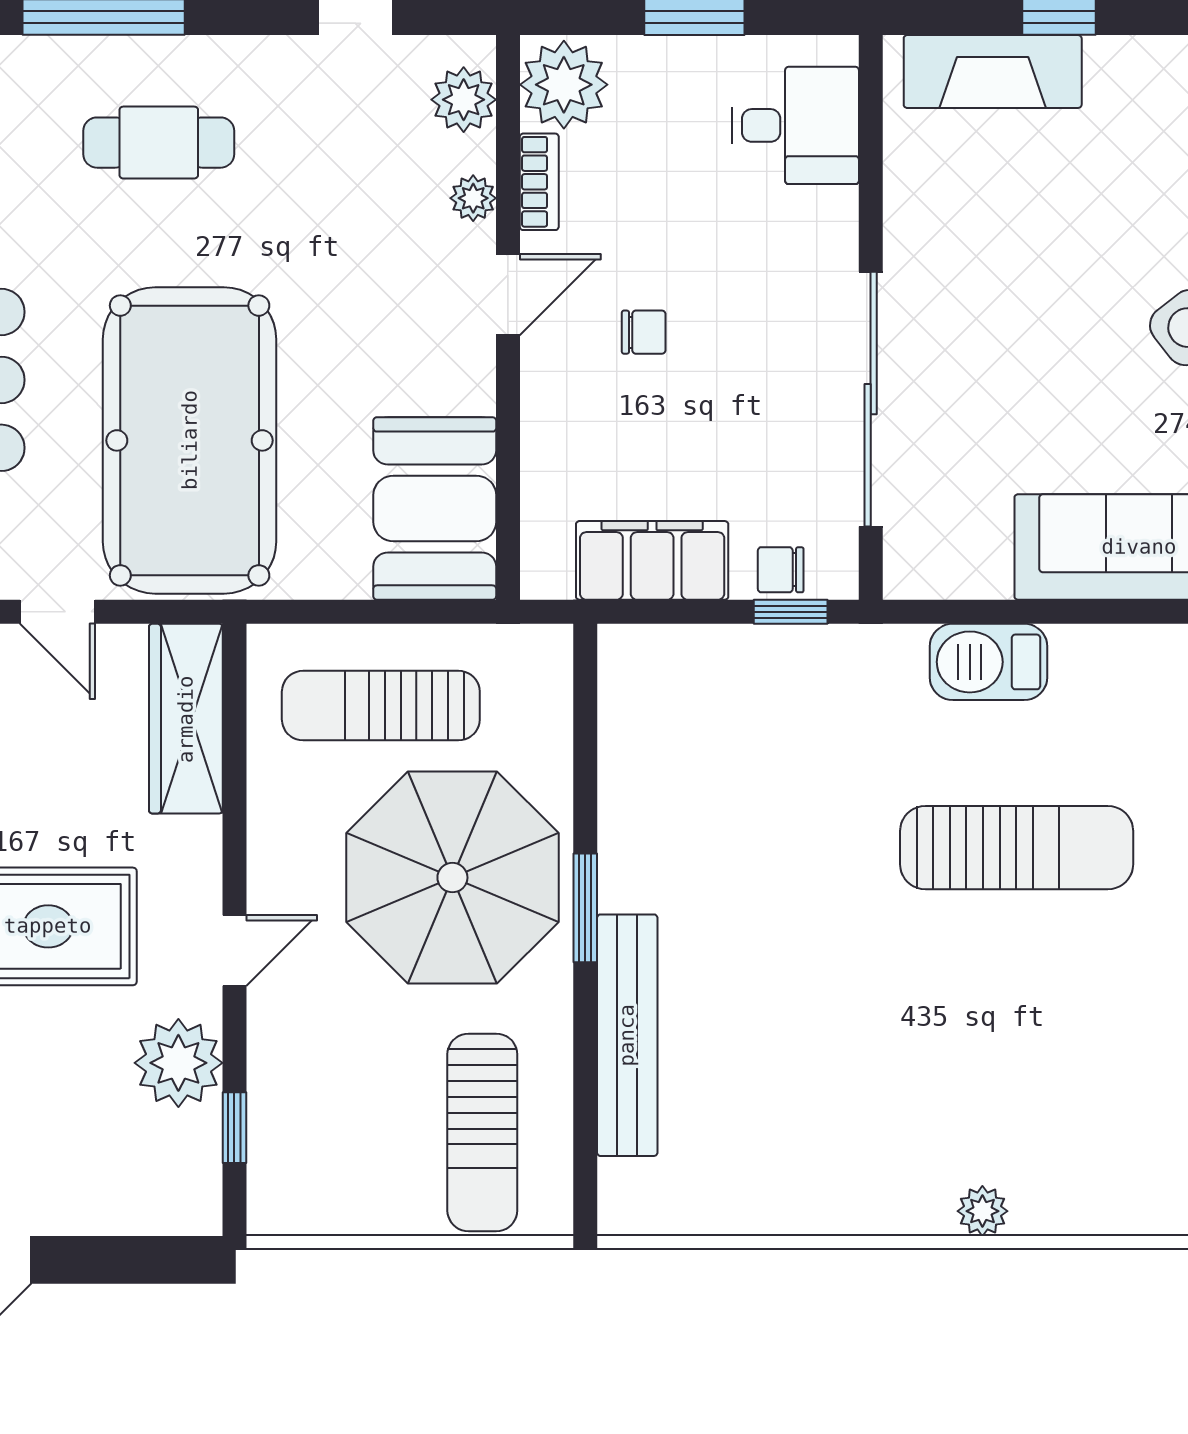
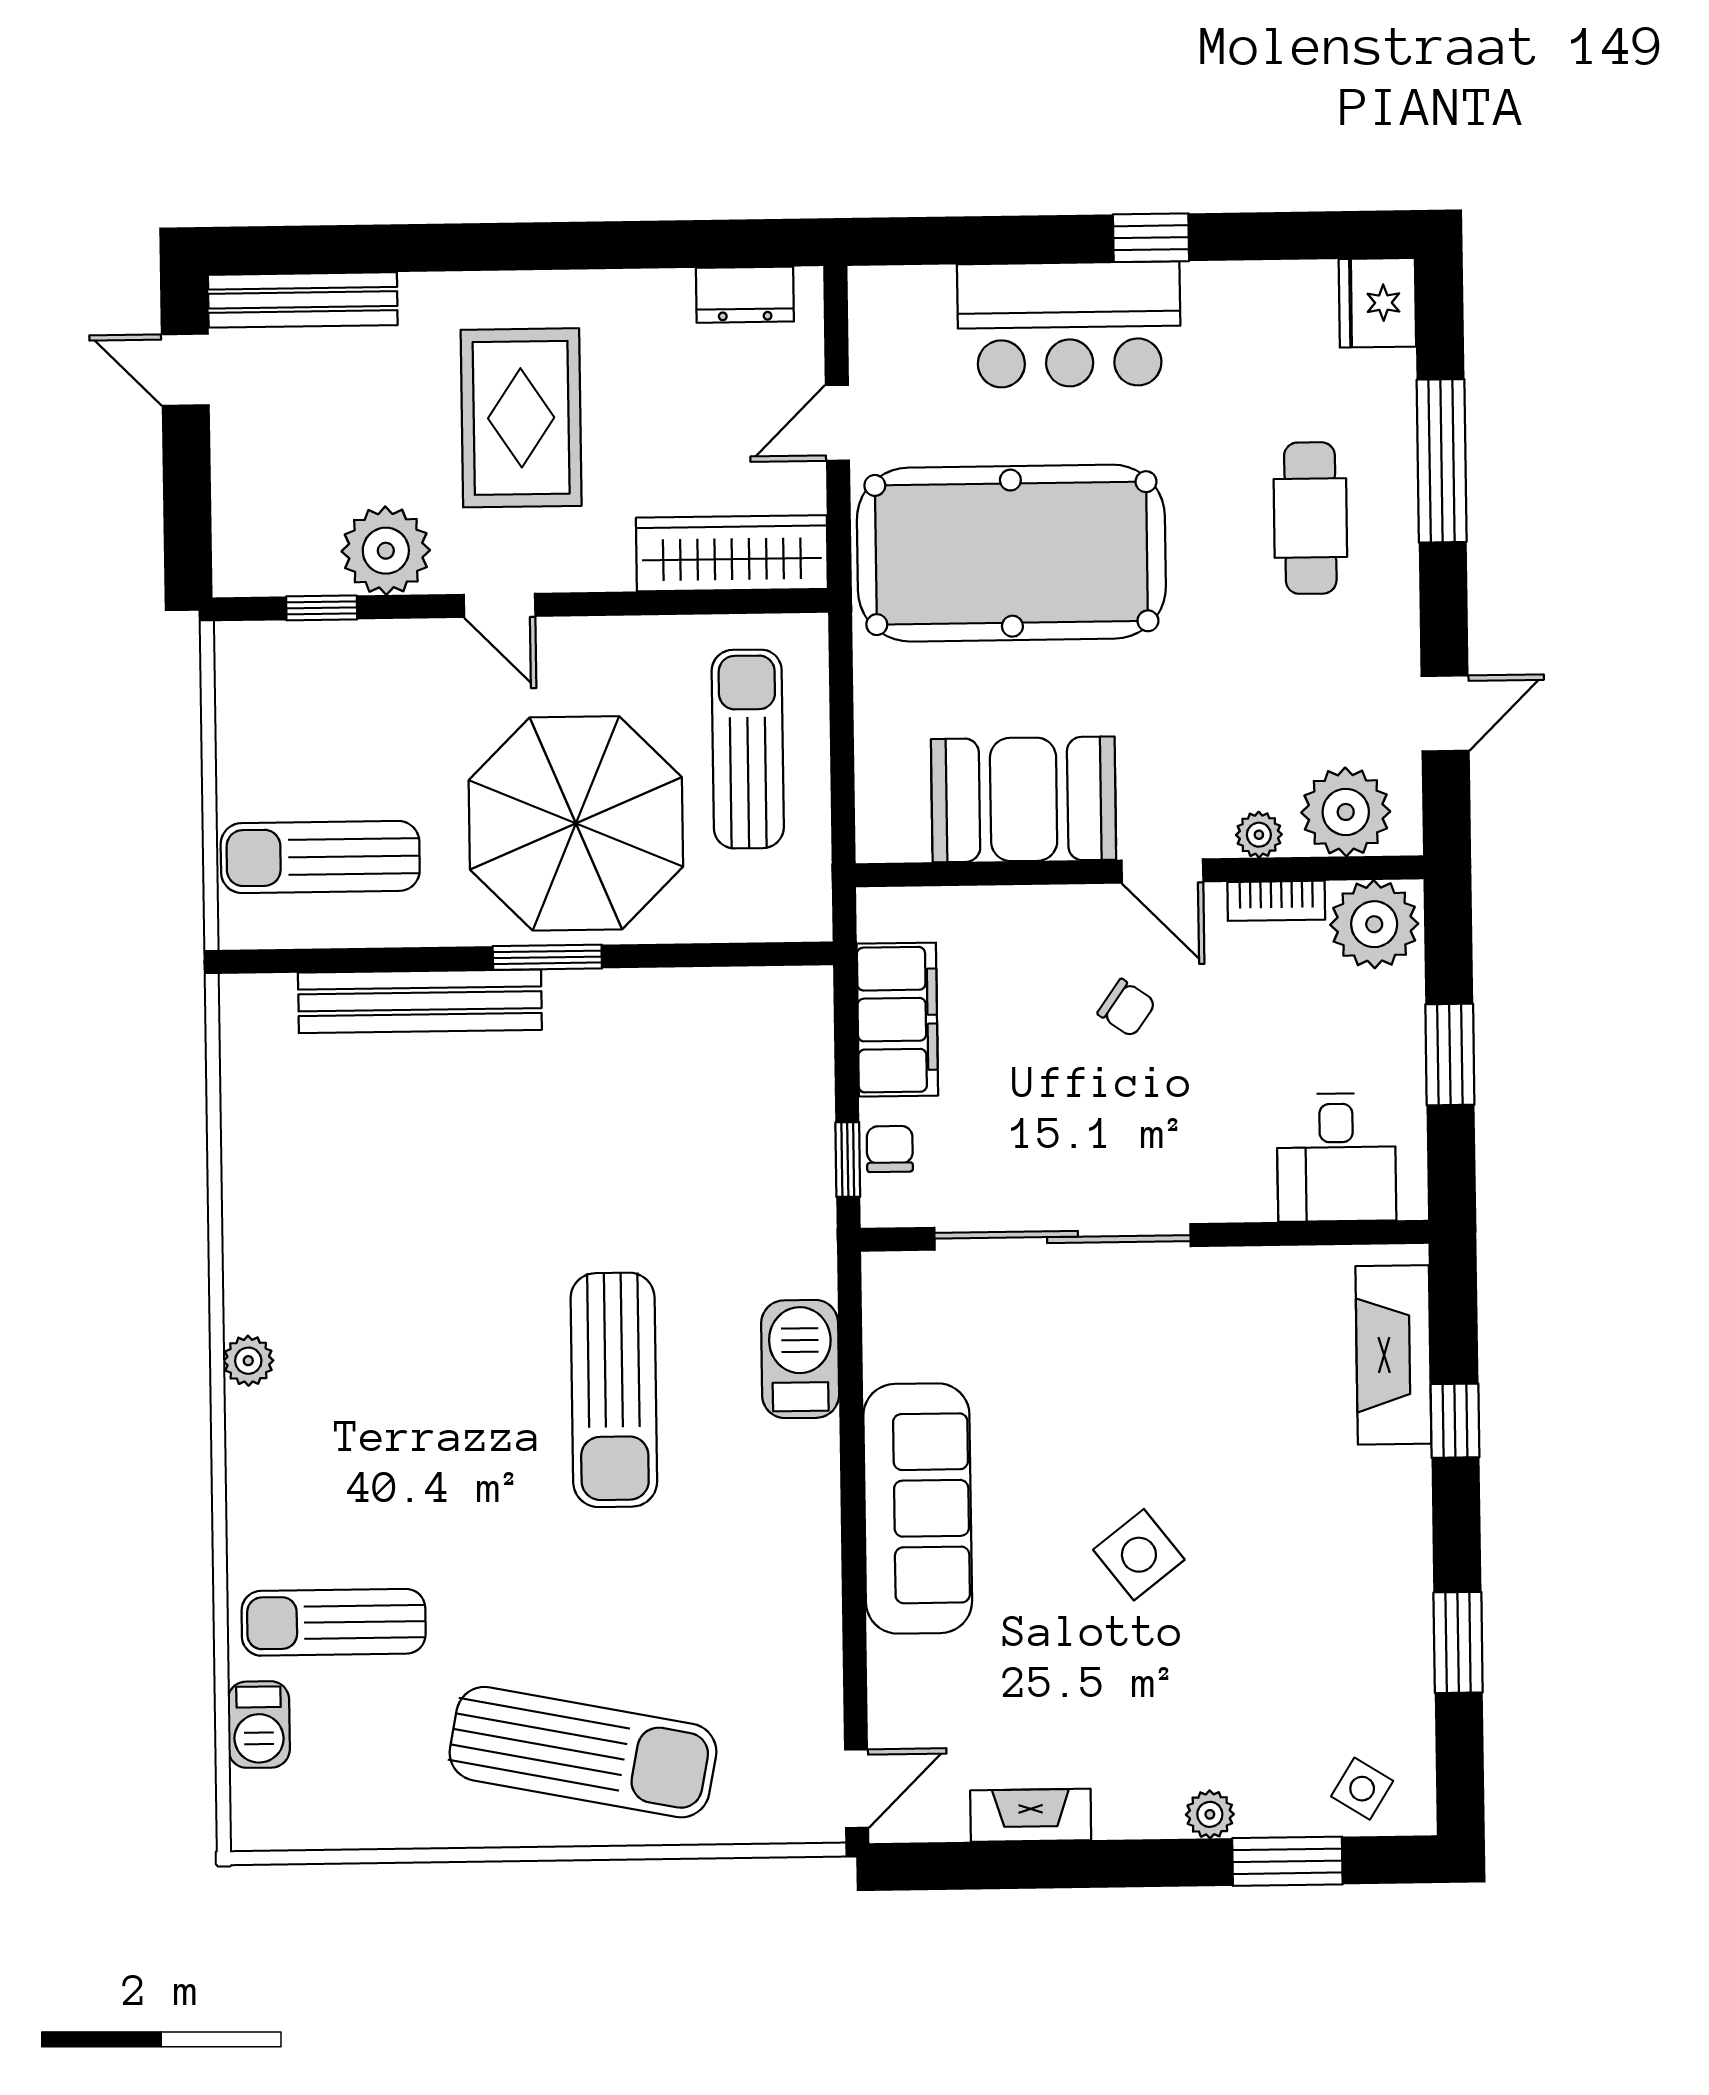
plant: (464, 100) -> (1346, 812), width x1.36, depth x1.36
chair: (644, 332) -> (1127, 1008), turned -55
booth: (435, 508) -> (1024, 799), moved

